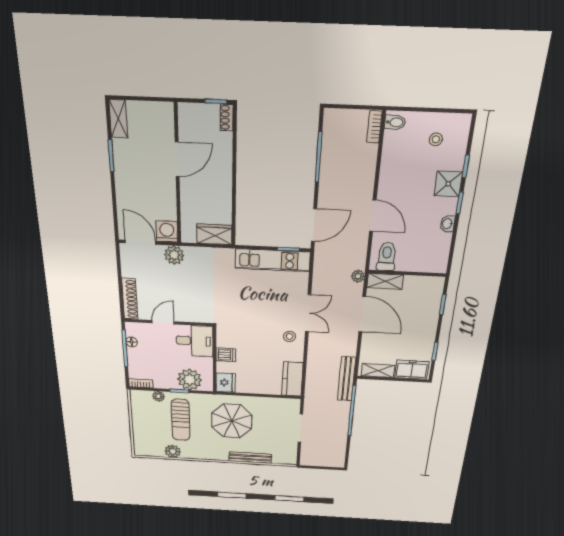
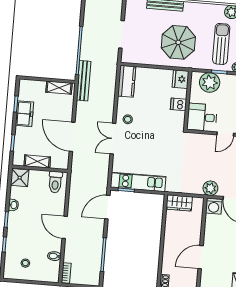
bidet: (395, 122) -> (54, 256), moved
shower: (448, 184) -> (20, 178), moved
door: (373, 216) -> (65, 227), moved
plant: (358, 276) -> (76, 167), removed
shelving: (385, 281) -> (37, 161), moved
freezer: (412, 370) -> (24, 114), moved, turned -90

